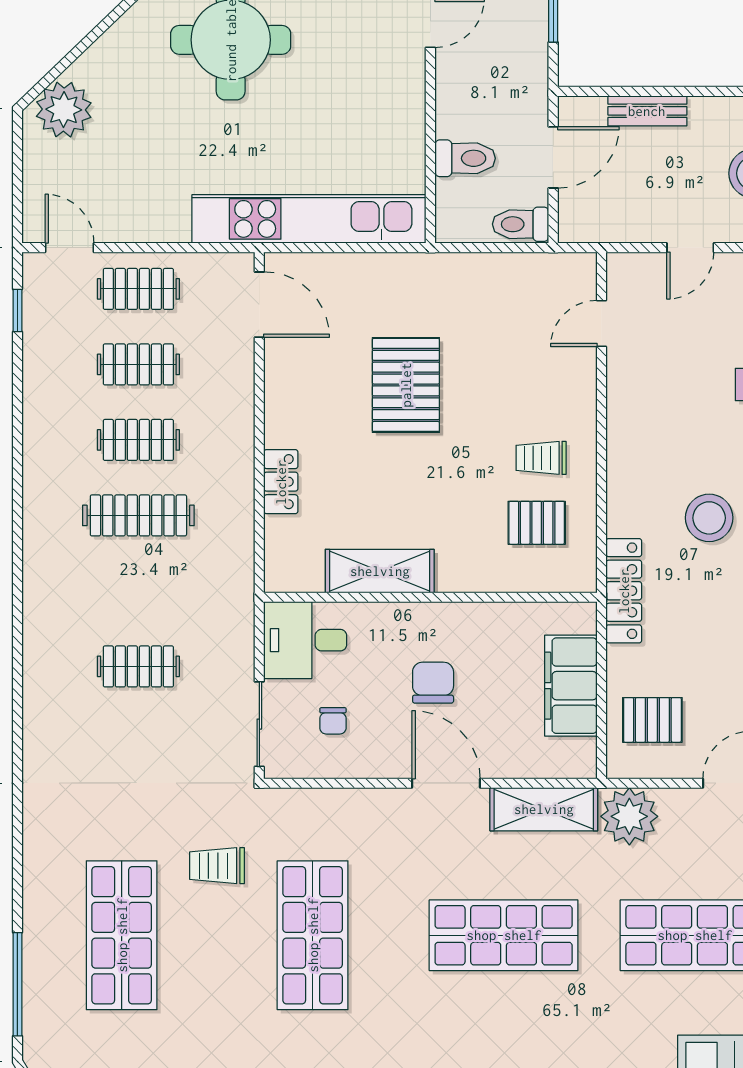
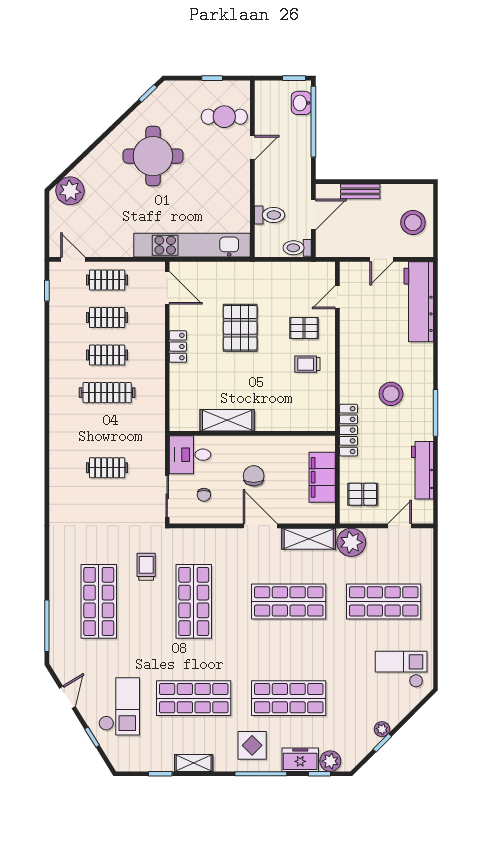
locker: (281, 482) -> (178, 347), moved
pallet: (537, 523) -> (304, 328), moved
trolley: (217, 866) -> (146, 567), turned 90

